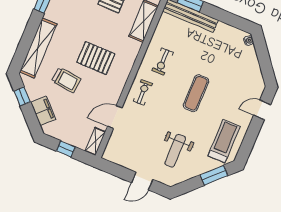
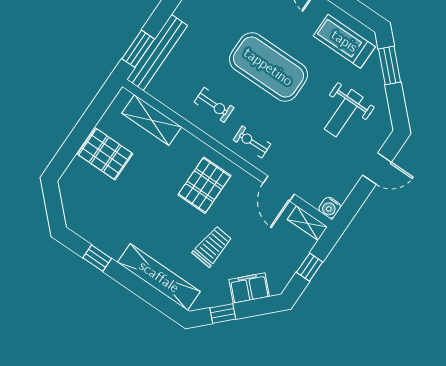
pallet: (96, 58) -> (204, 185), moved
exercise mat: (196, 93) -> (268, 67), width x2.00, depth x1.45
weight bench: (175, 151) -> (344, 113), turned 90
water cooler: (109, 154) -> (330, 208), added
door: (142, 181) -> (377, 169), hinge flipped

